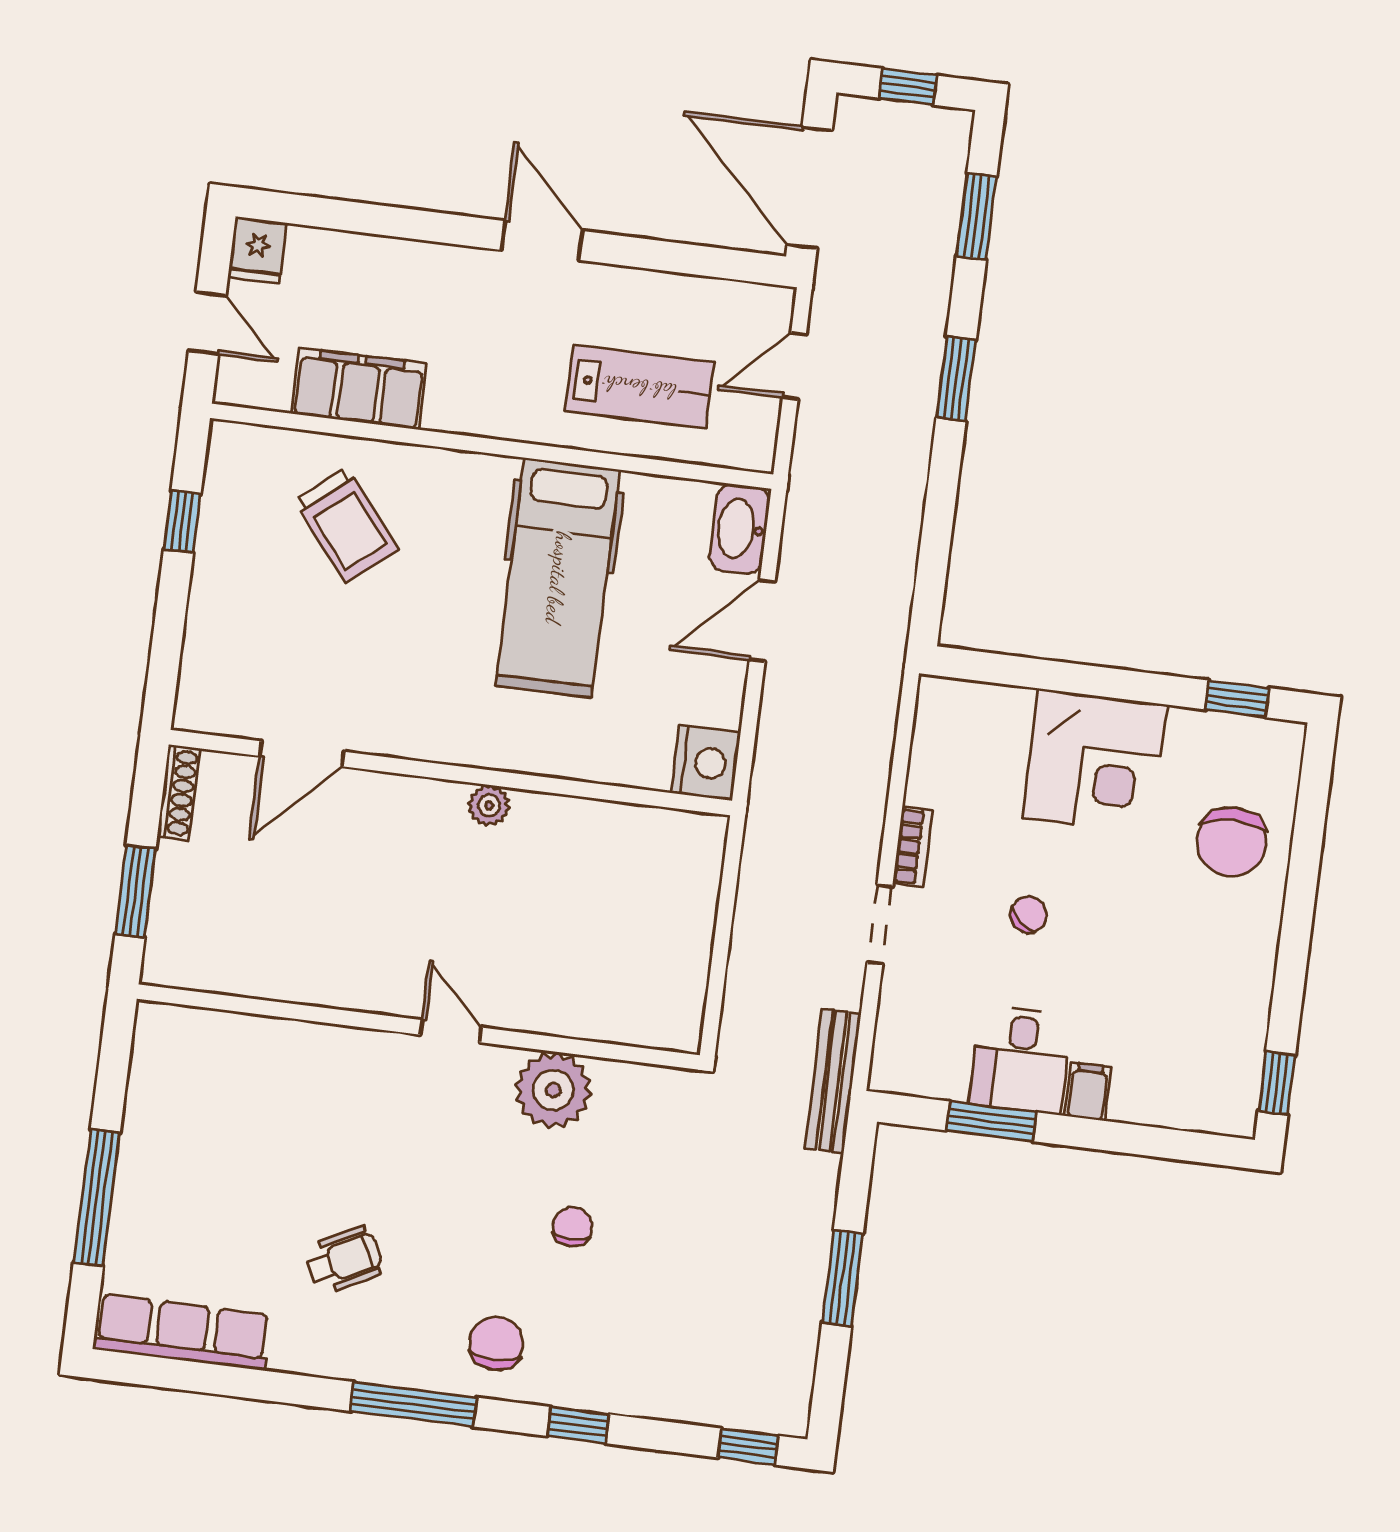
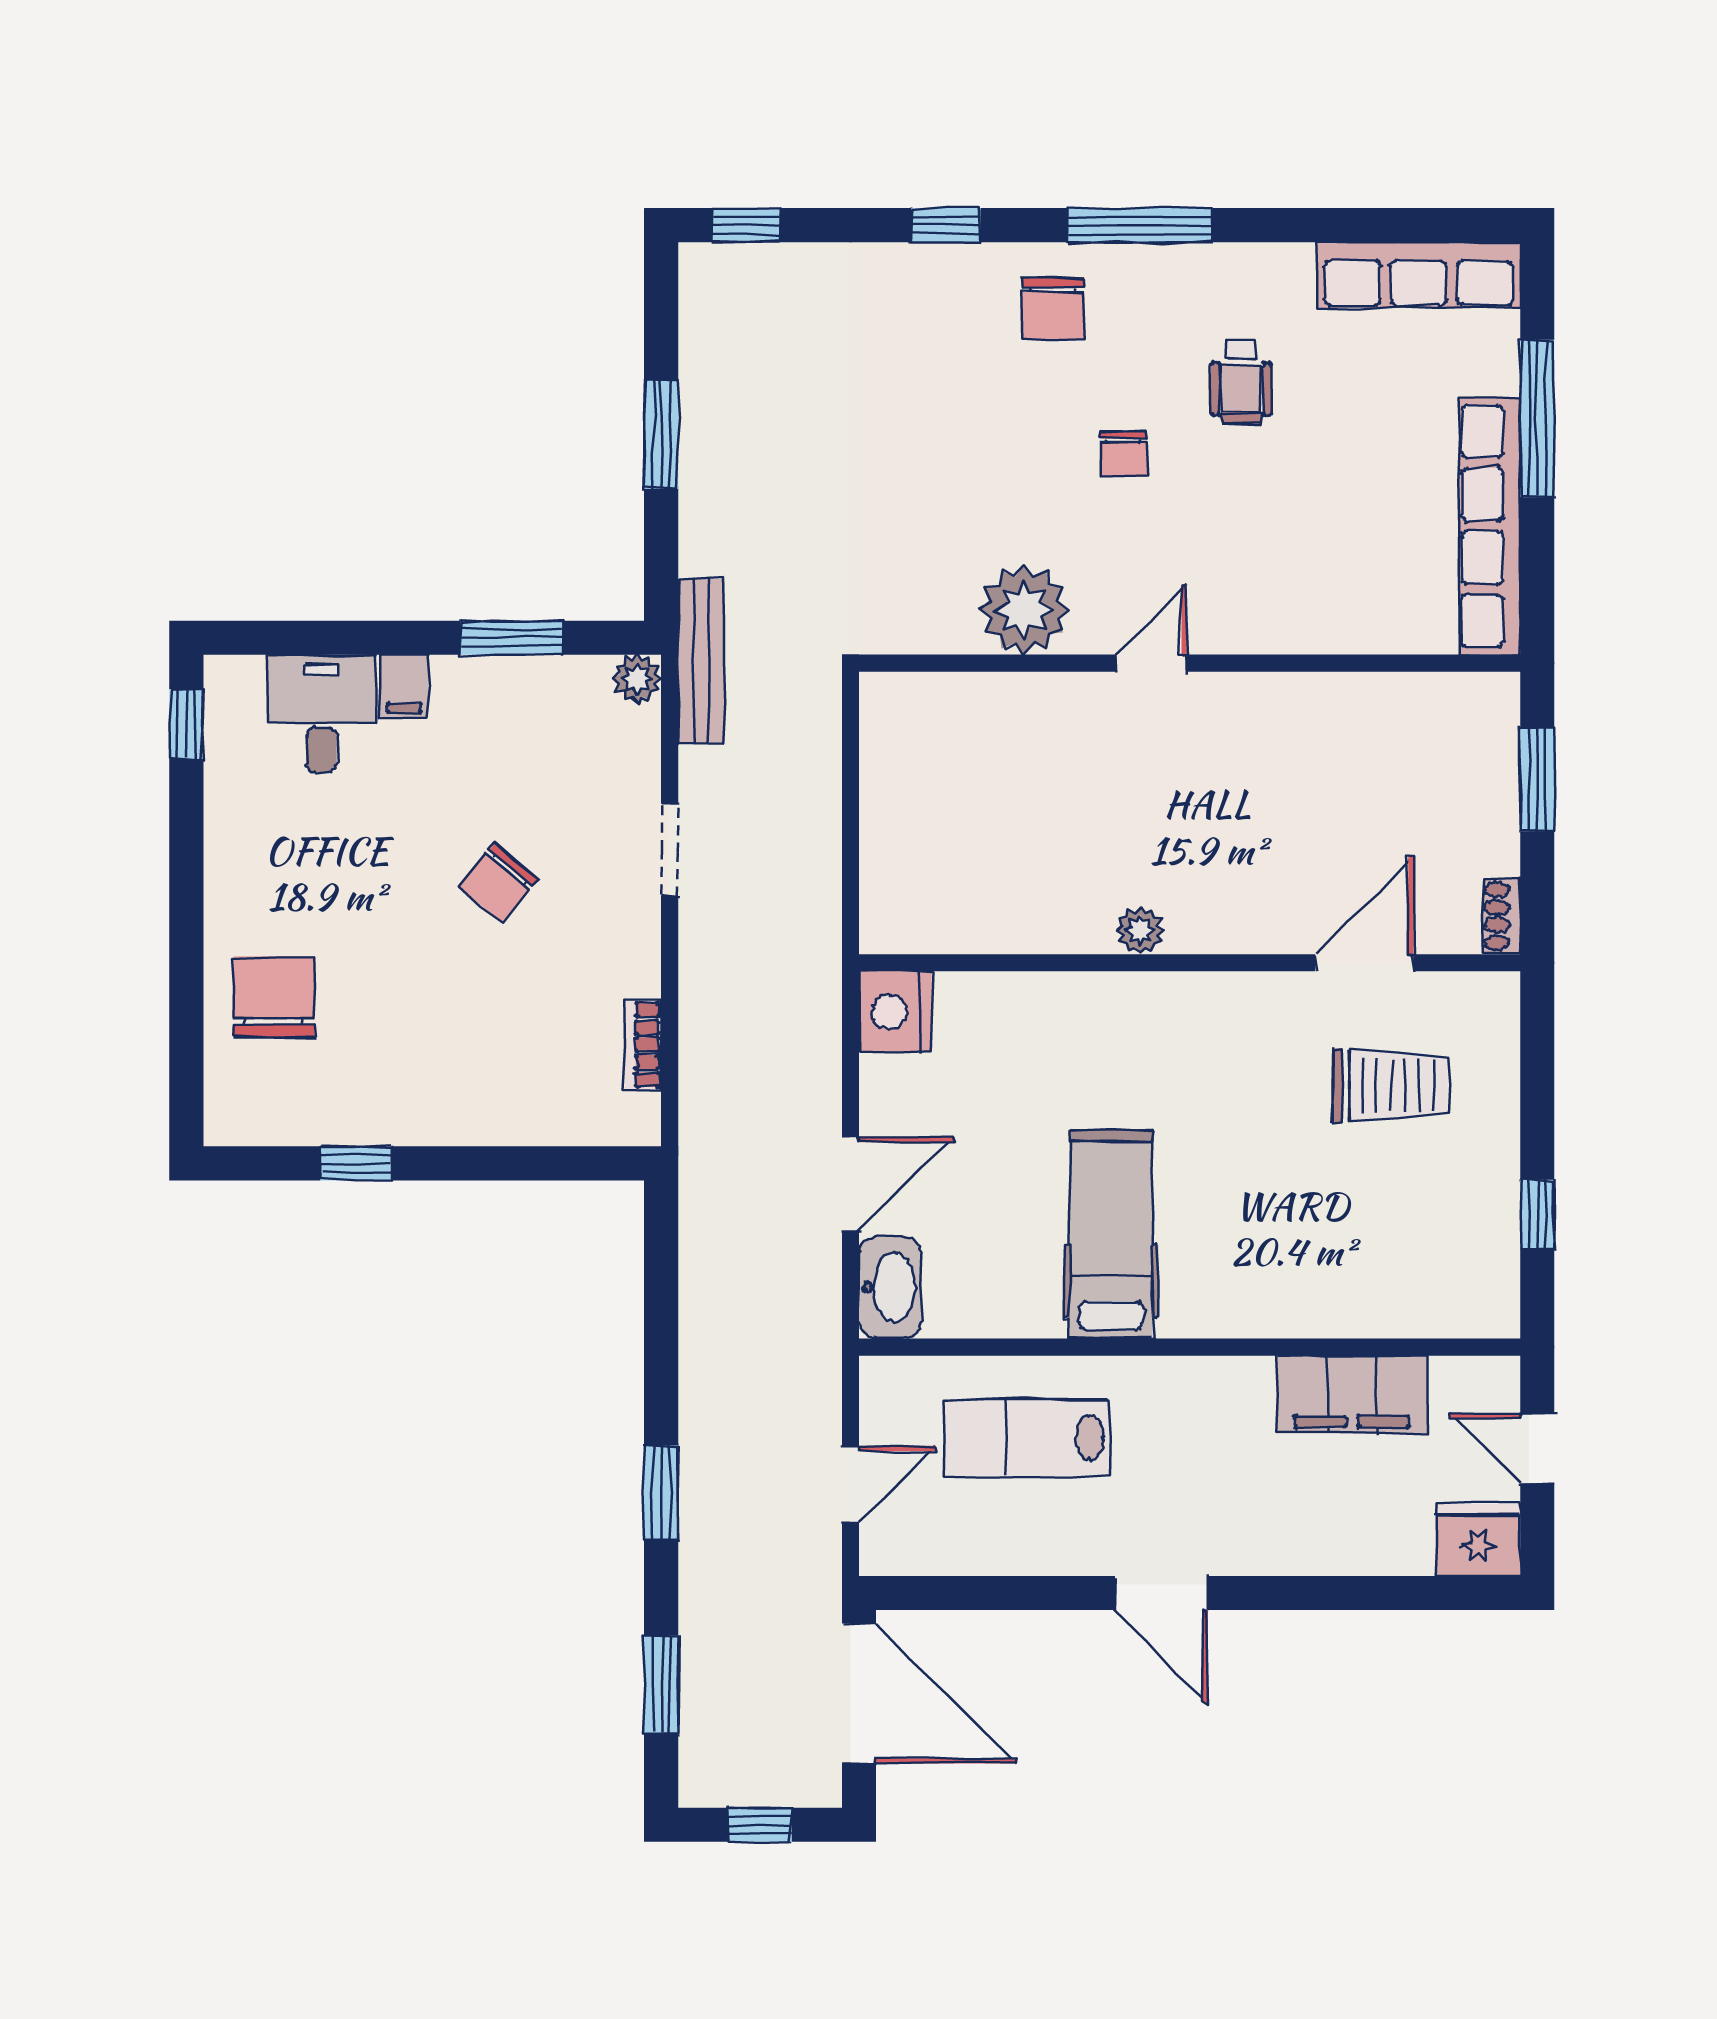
fridge: (257, 250) -> (1479, 1540), width x1.38
trolley: (346, 525) -> (1390, 1085), moved, turned 129
hospital bed: (558, 578) -> (1111, 1235), width x0.73, depth x0.78
window: (1237, 699) -> (356, 1163), moved
corner desk: (1095, 761) -> (444, 1070), removed
shoe rack: (179, 793) -> (1502, 916), width x0.70
bookcase: (913, 847) -> (643, 1045), moved
chair: (1029, 914) -> (499, 883), width x1.37, depth x1.37
door: (451, 1031) -> (1151, 663), swing flipped
desk: (1021, 1060) -> (321, 713), moved
plant: (889, 1073) -> (637, 679), added
row of seats: (149, 1111) -> (1490, 526), added
chair: (572, 1227) -> (1124, 454), moved
wheelchair: (344, 1260) -> (1241, 382), turned -63

